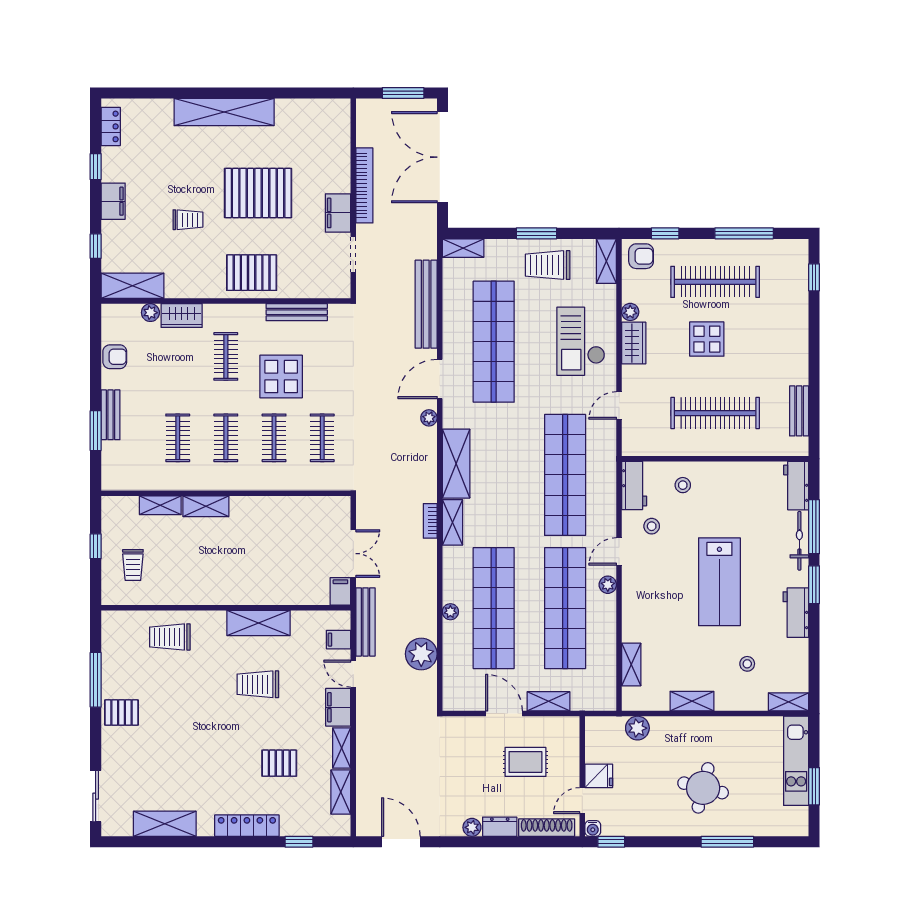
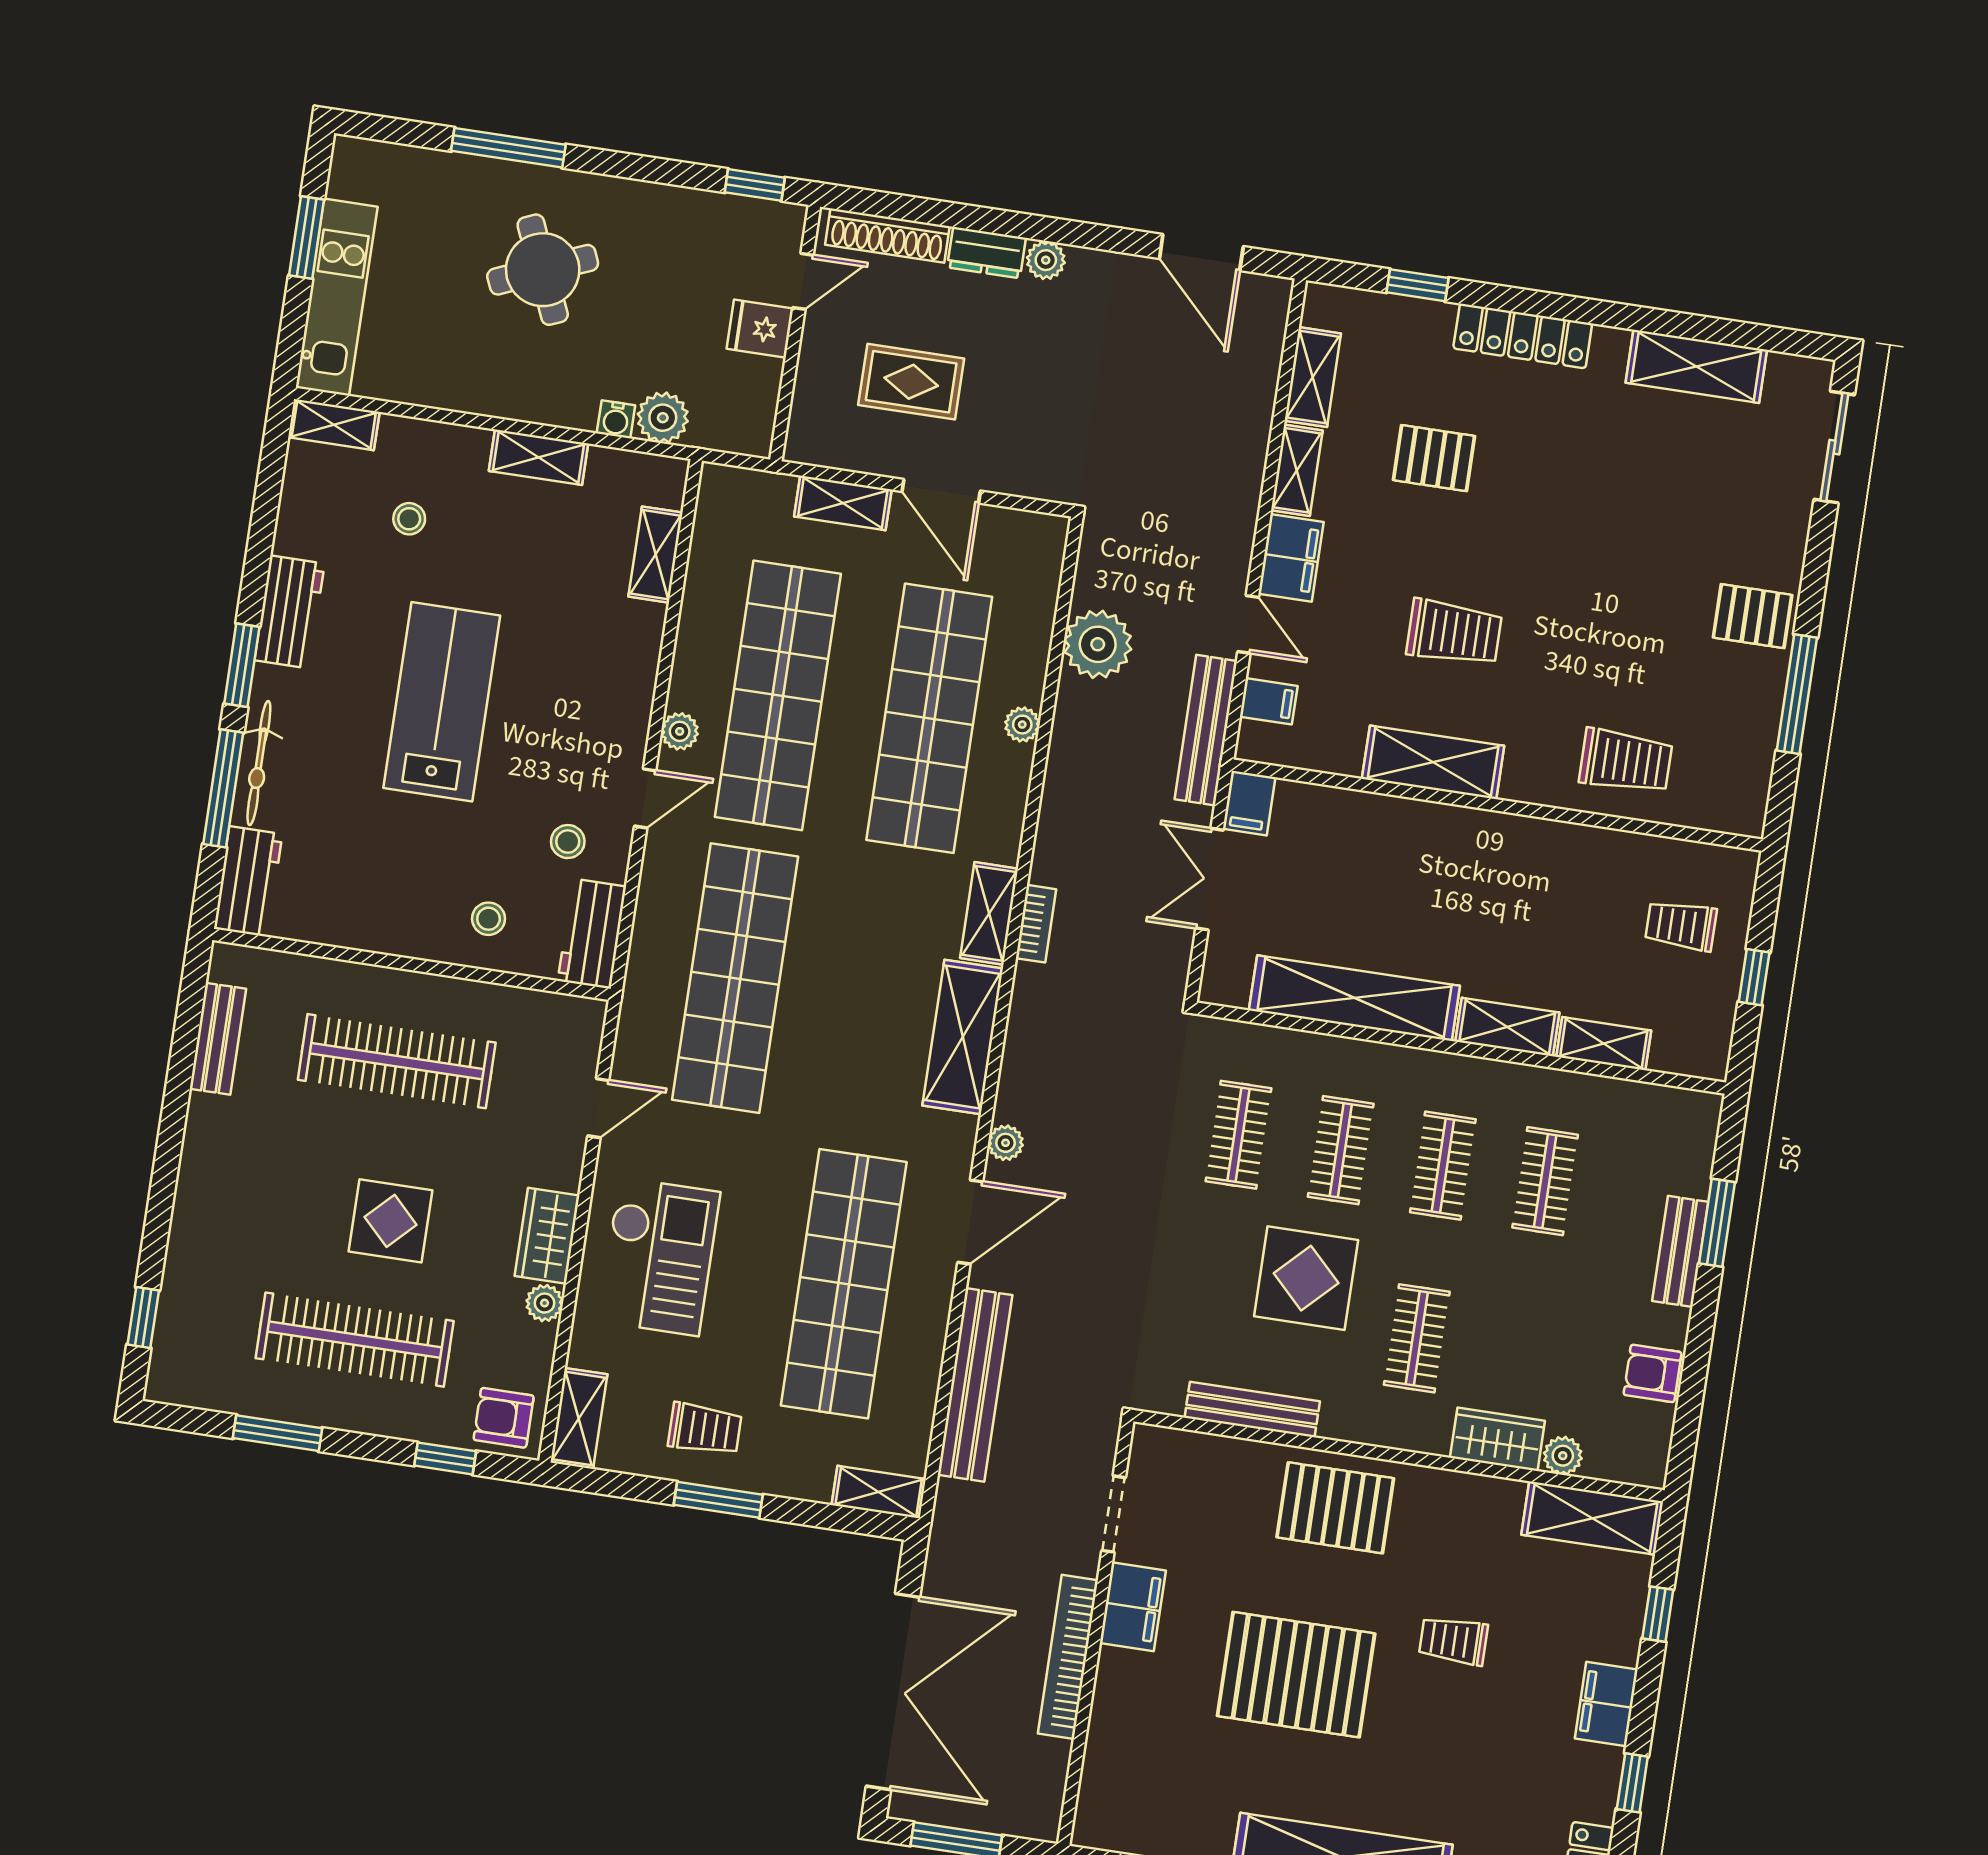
window: (744, 233) -> (278, 1433), width x0.69
trolley: (548, 265) -> (705, 1429), width x0.73, depth x0.72
shelving: (278, 509) -> (1354, 998), added
trolley: (133, 565) -> (1681, 926), turned -90
round table: (703, 788) -> (543, 270), turned -37
water cooler: (593, 828) -> (616, 419), moved, turned 180

